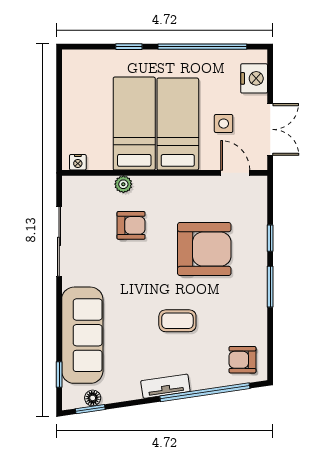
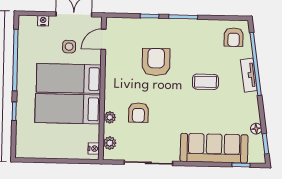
nightstand: (254, 78) -> (43, 21), width x0.53, depth x0.56
plant: (86, 185) -> (110, 143), added
armchair: (131, 225) -> (138, 113), turned 180
armchair: (204, 249) -> (156, 62), width x0.73, depth x0.73
coffee table: (177, 321) -> (205, 82), turned 90
tv unit: (165, 386) -> (249, 75), moved
floor lamp: (93, 398) -> (256, 129), moved

